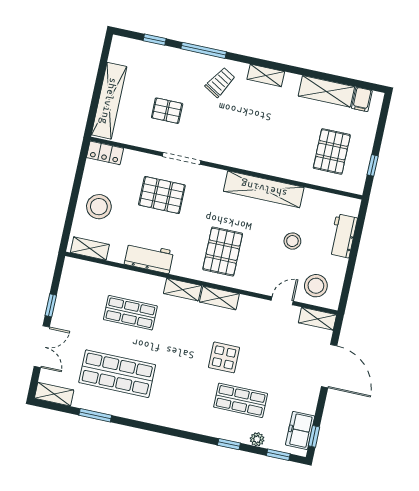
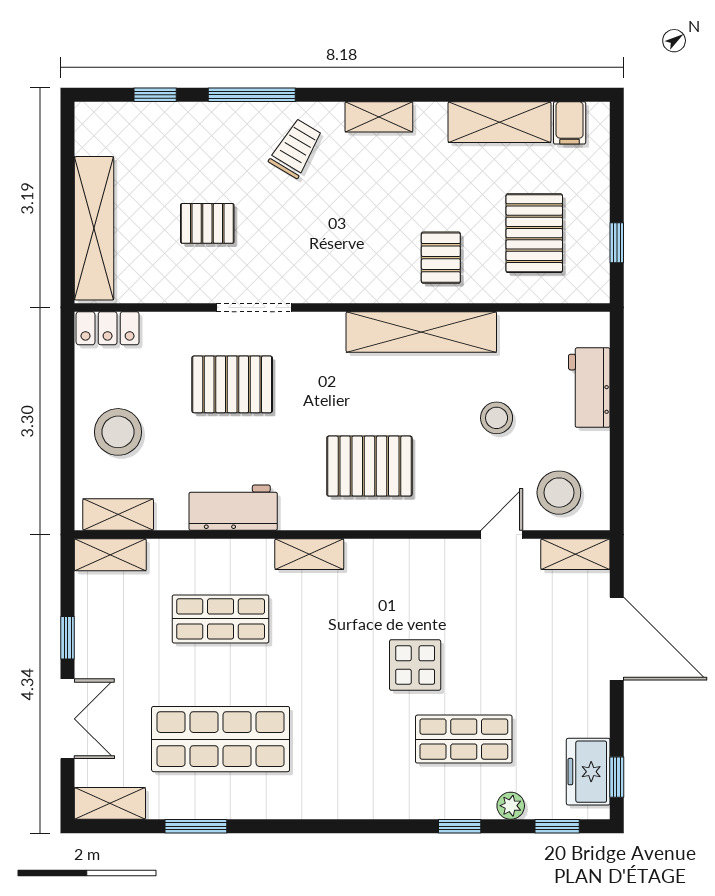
pallet: (282, 154) -> (441, 258), added
pallet: (223, 252) -> (369, 466), turned 90
shelving: (219, 298) -> (110, 555), moved

